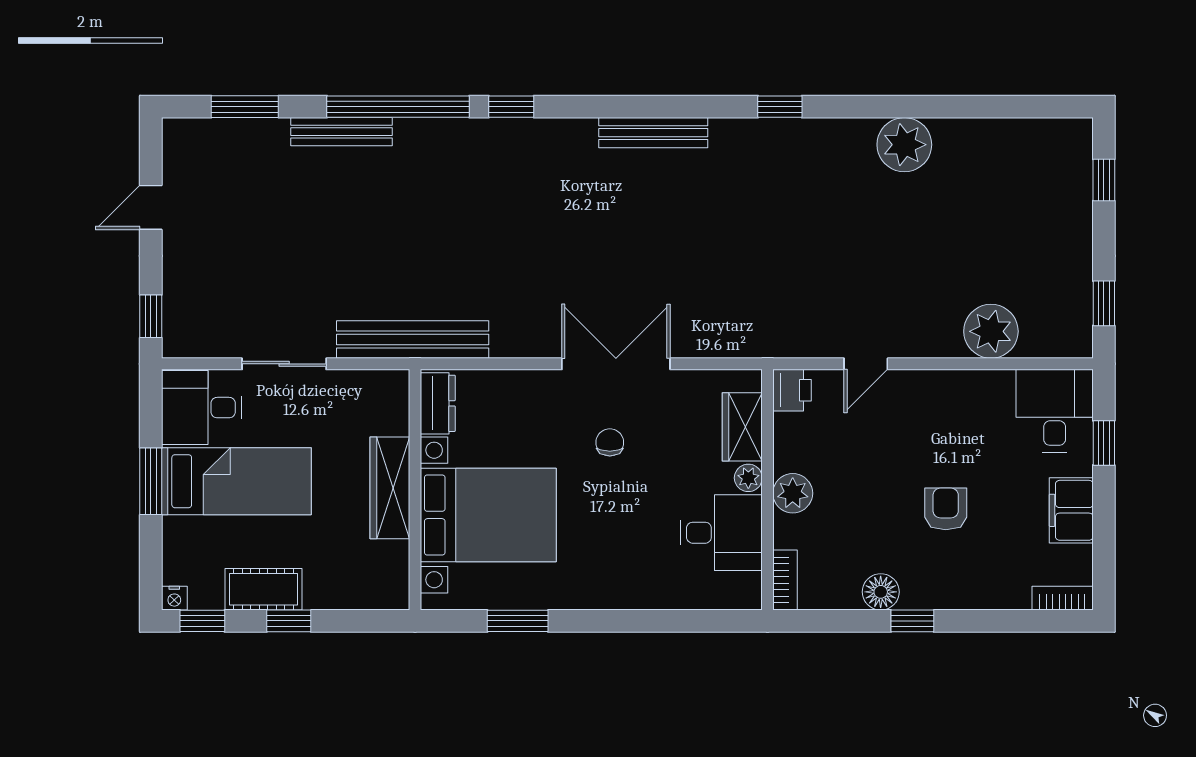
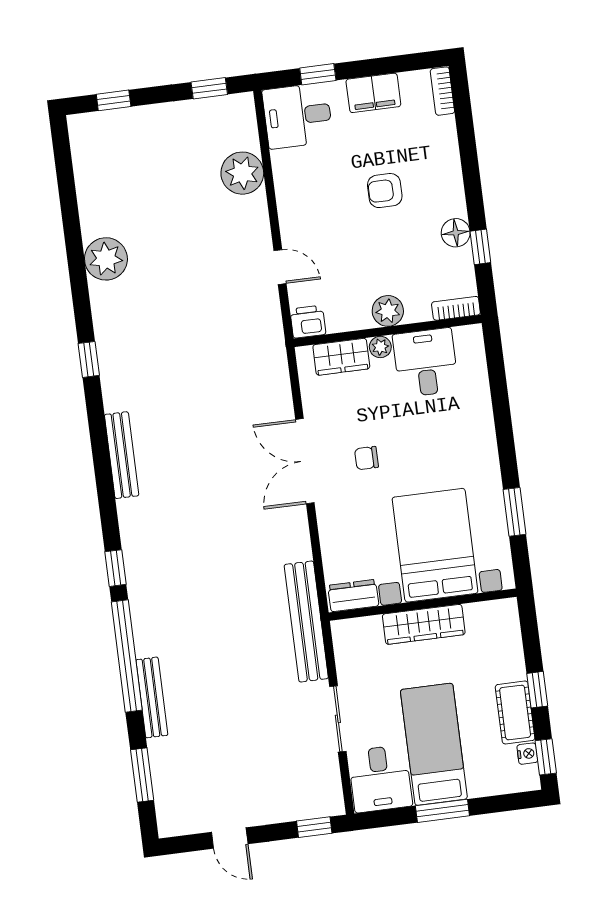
nightstand: (174, 598) -> (527, 754), moved
window: (912, 621) -> (480, 247), moved

